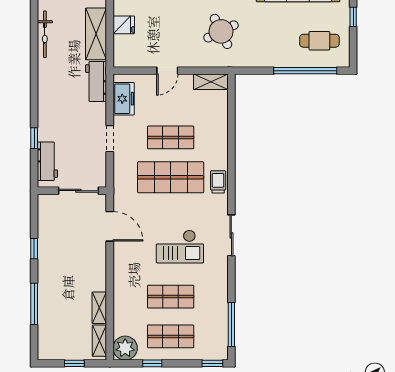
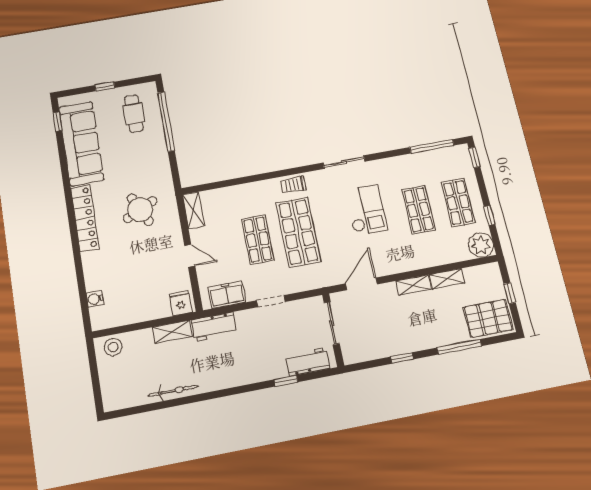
fridge: (124, 25) -> (181, 303), moved
shelving: (96, 34) -> (173, 332), width x0.67, depth x0.75
pallet: (55, 337) -> (488, 318), added
shelving: (99, 341) -> (413, 285), moved

